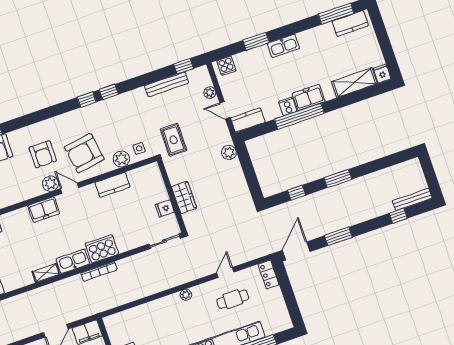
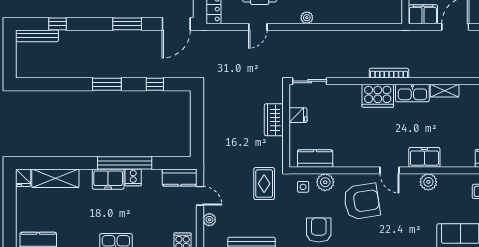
plant: (229, 152) -> (211, 150), removed
armchair: (43, 154) -> (319, 230), moved
plant: (51, 184) -> (428, 182), moved
kitchen counter: (112, 185) -> (315, 159), moved

